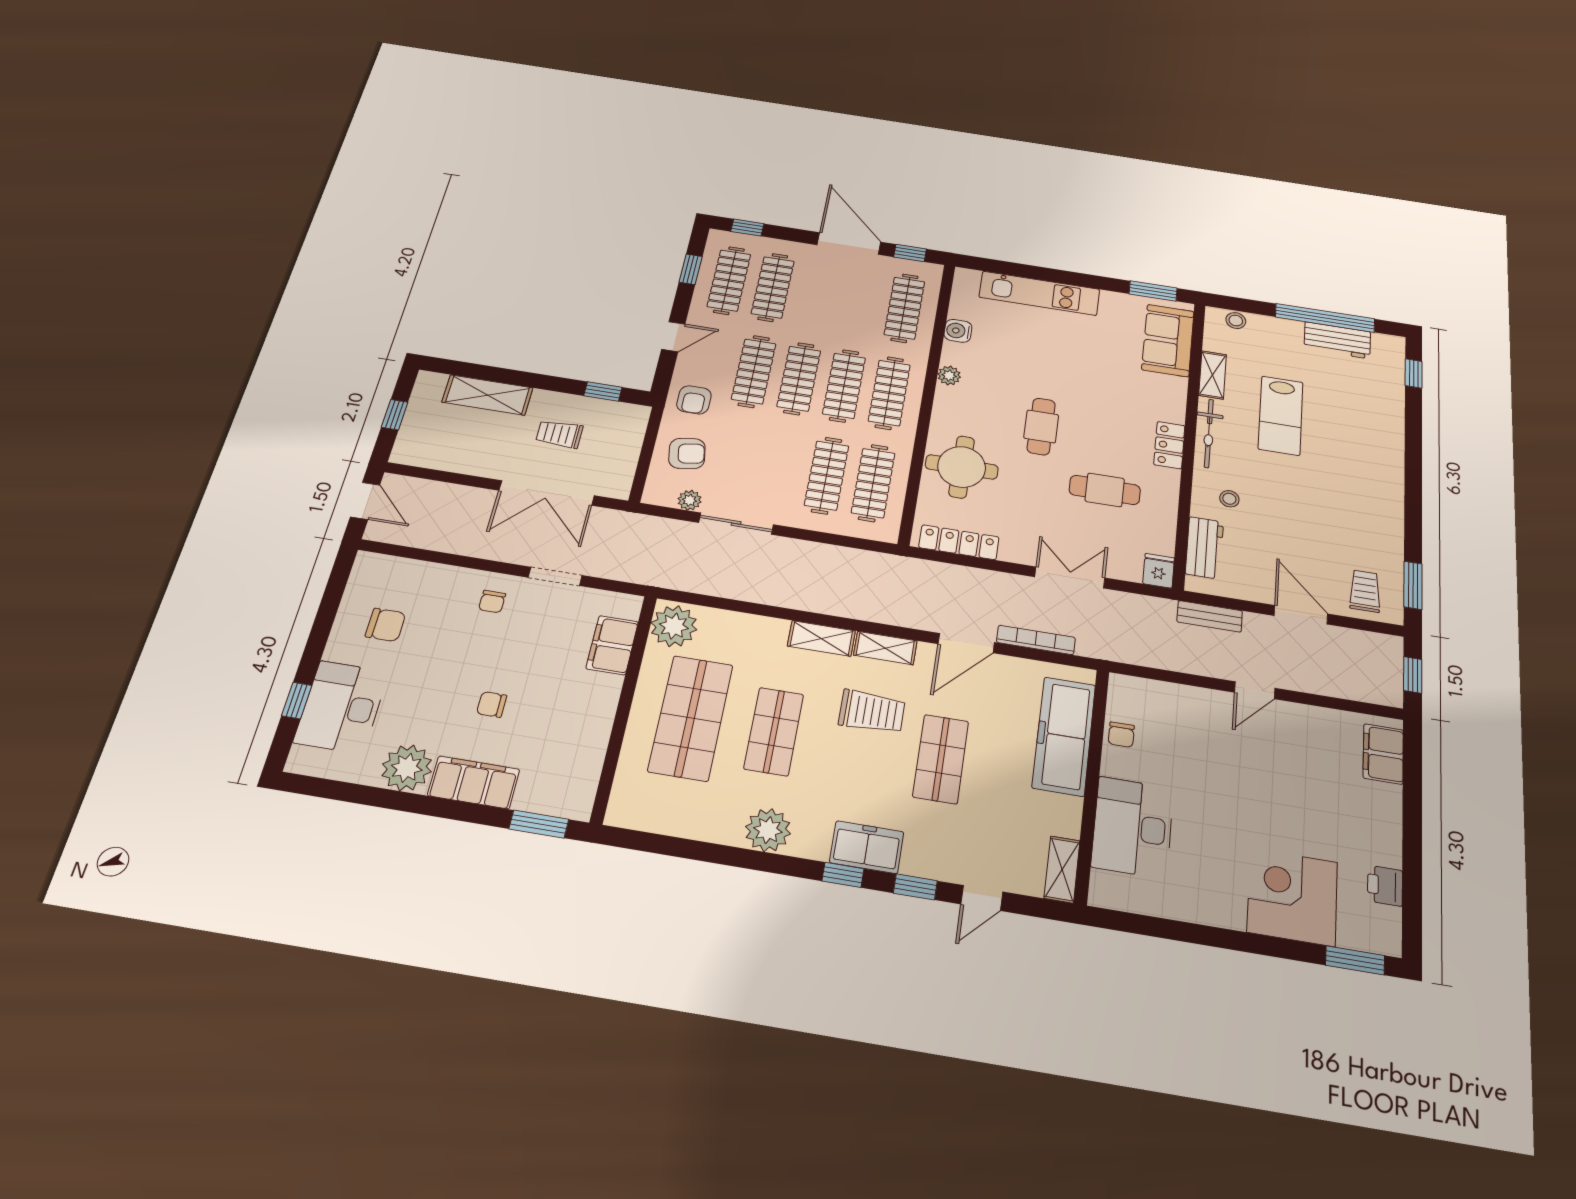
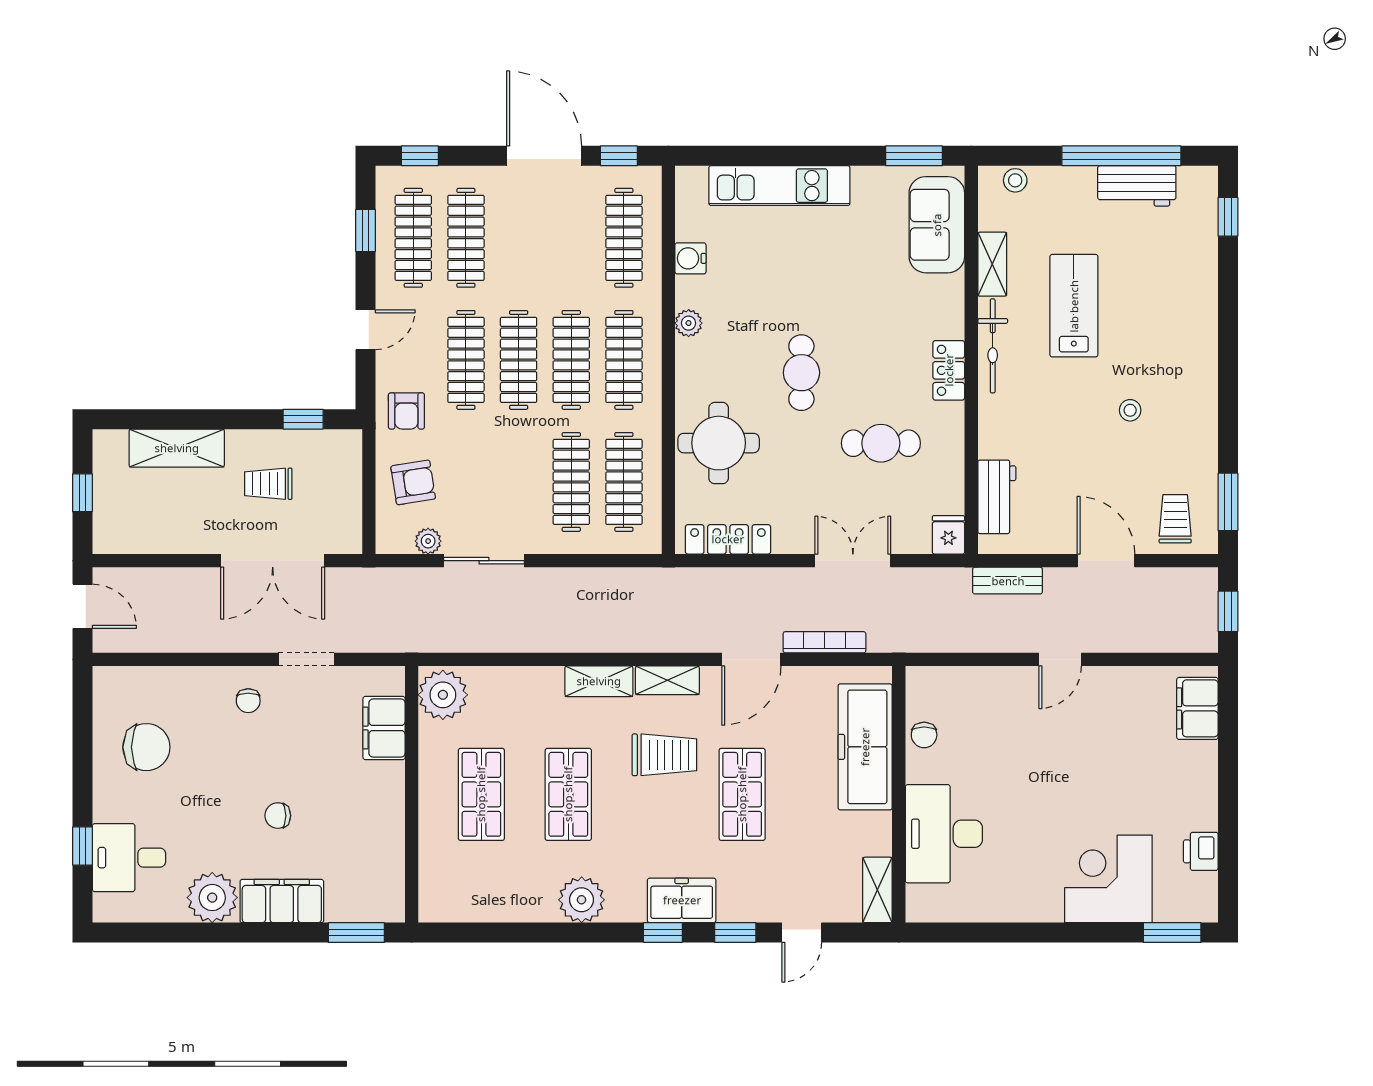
lab bench: (1281, 415) -> (1074, 306), turned 180
stool: (1229, 499) -> (1130, 410), moved
chair: (386, 625) -> (146, 747), width x1.37, depth x1.37
desk: (341, 707) -> (129, 858), width x0.73
shop shelf: (691, 718) -> (481, 794), width x0.70, depth x0.74

